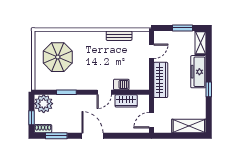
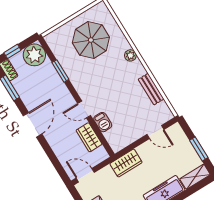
plant: (86, 36) -> (130, 55), added
wardrobe: (161, 80) -> (126, 163), width x0.67

